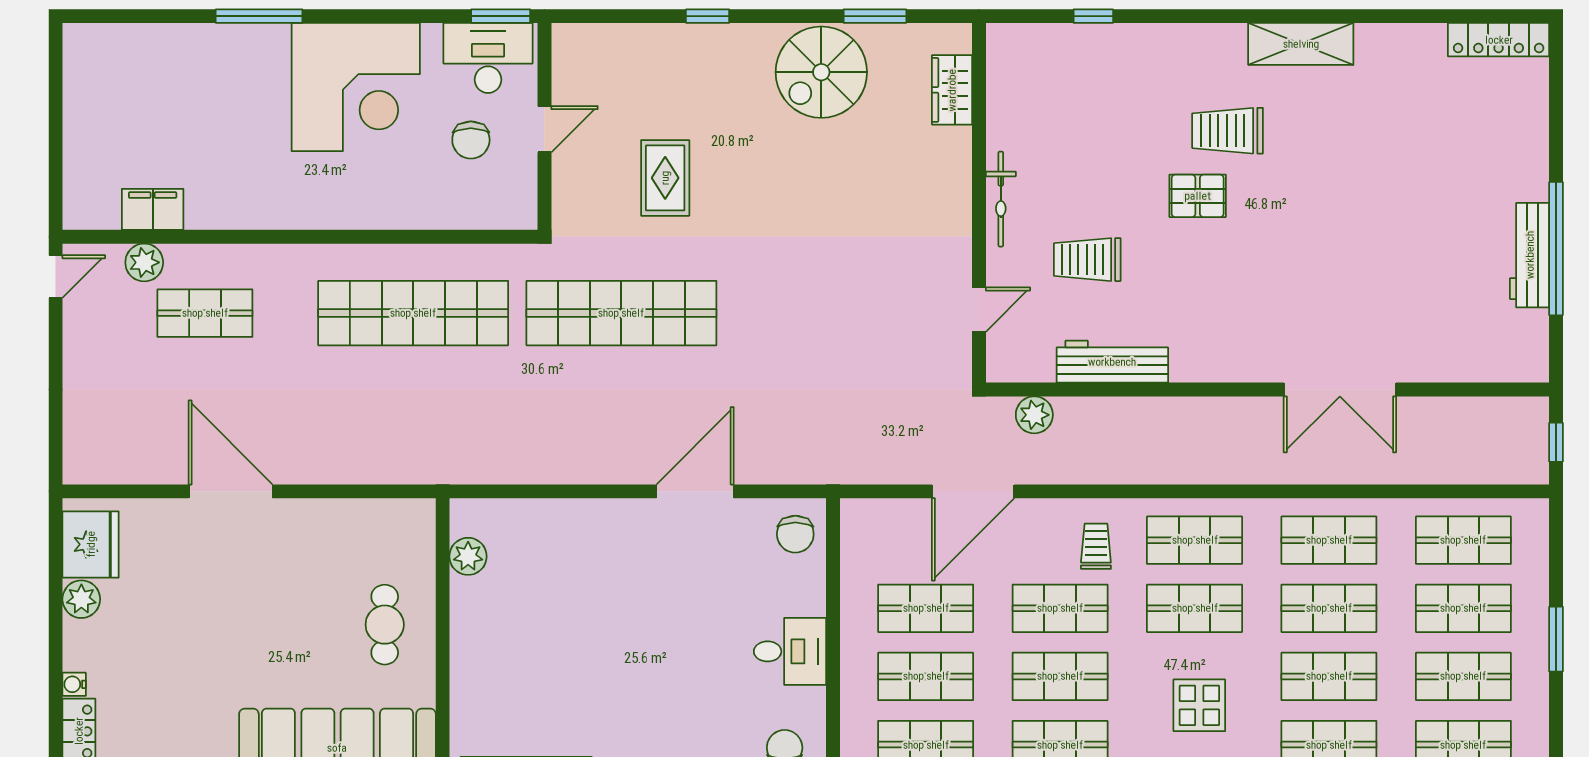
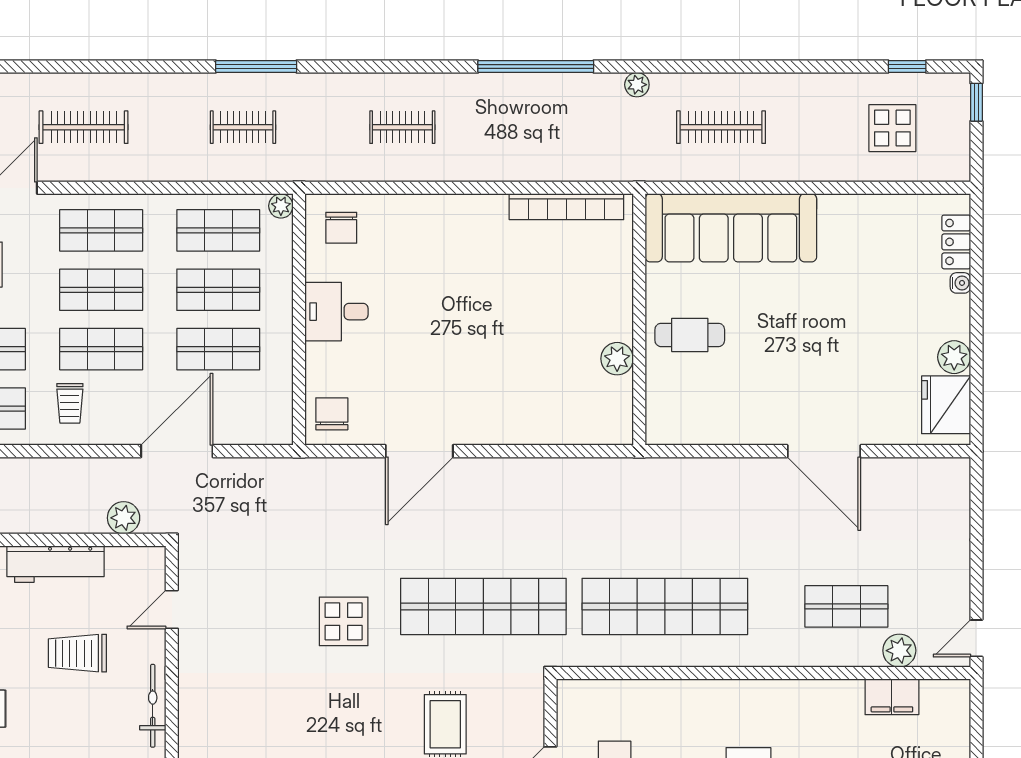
trolley: (1087, 260) -> (77, 653), turned 180
display table: (782, 296) -> (344, 621), added
plant: (468, 556) -> (617, 359), moved
cafe table: (385, 625) -> (690, 335), turned 90

